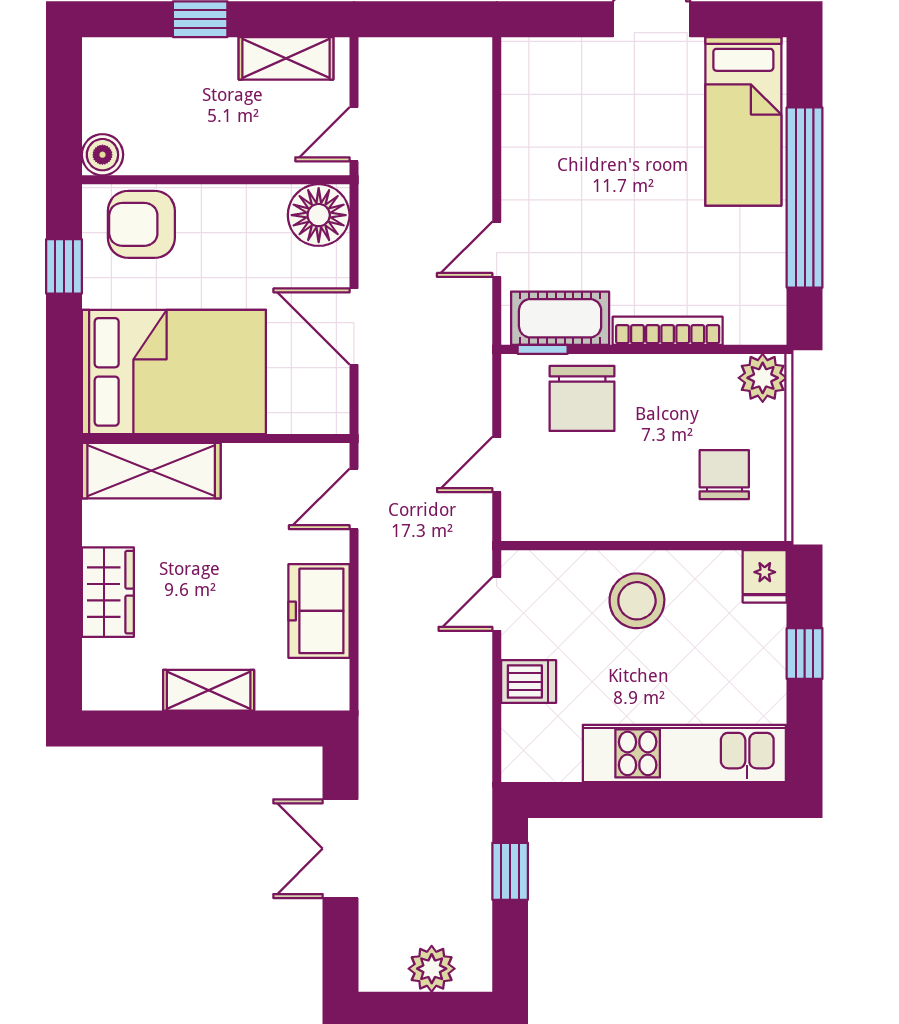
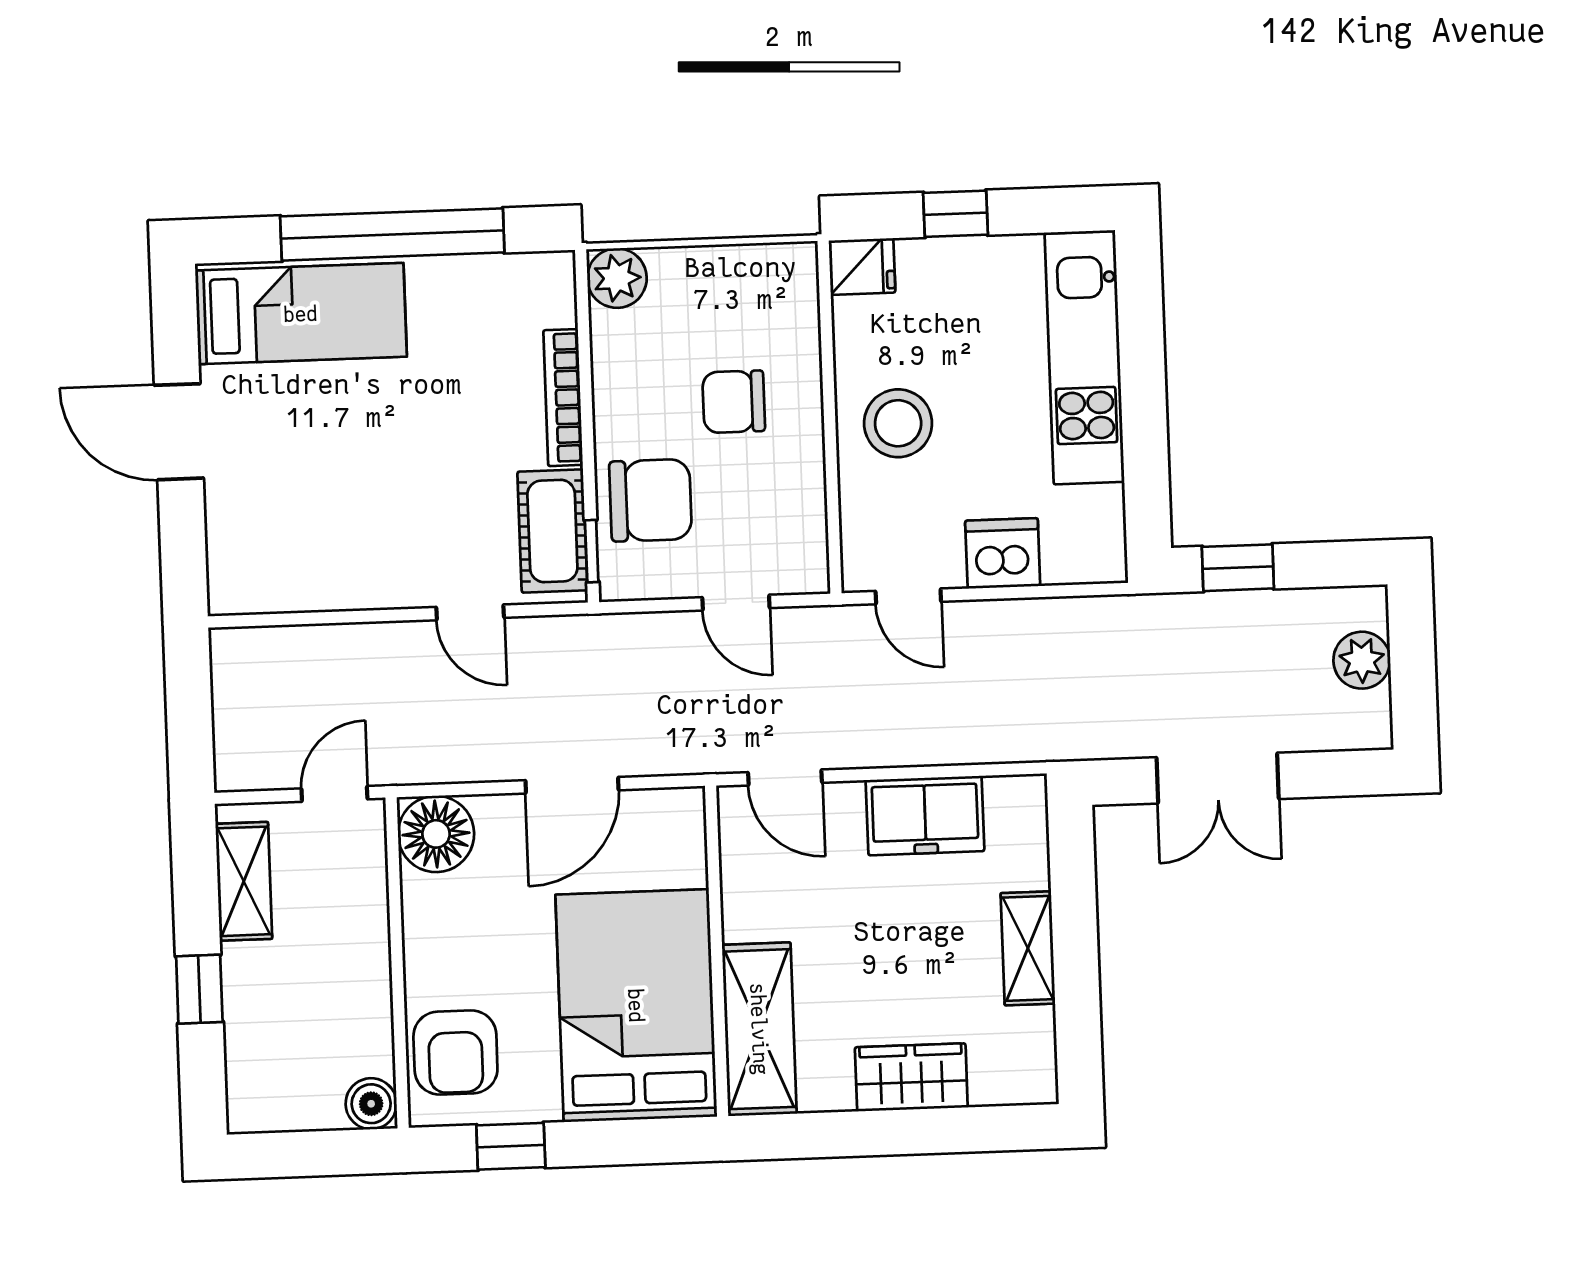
door: (354, 134) -> (334, 794), swing flipped
chair: (724, 475) -> (734, 402), moved
dishwasher: (529, 682) -> (1003, 553), width x1.38

